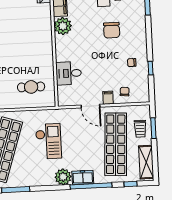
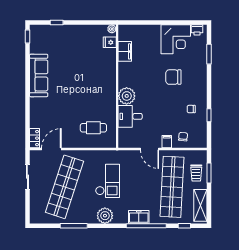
plant: (63, 26) -> (127, 96), moved
chair: (112, 30) -> (173, 77), turned 90
plant: (63, 177) -> (105, 216), moved

